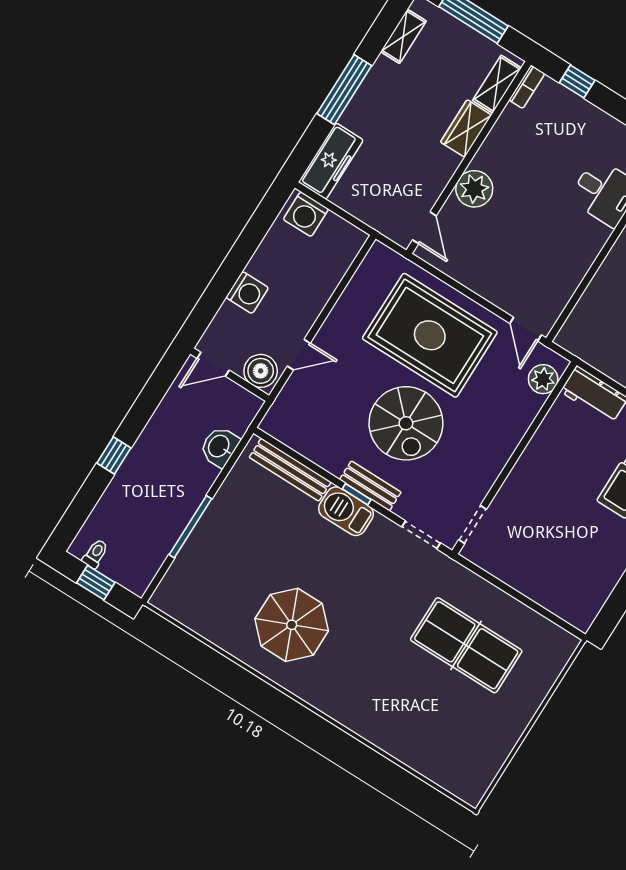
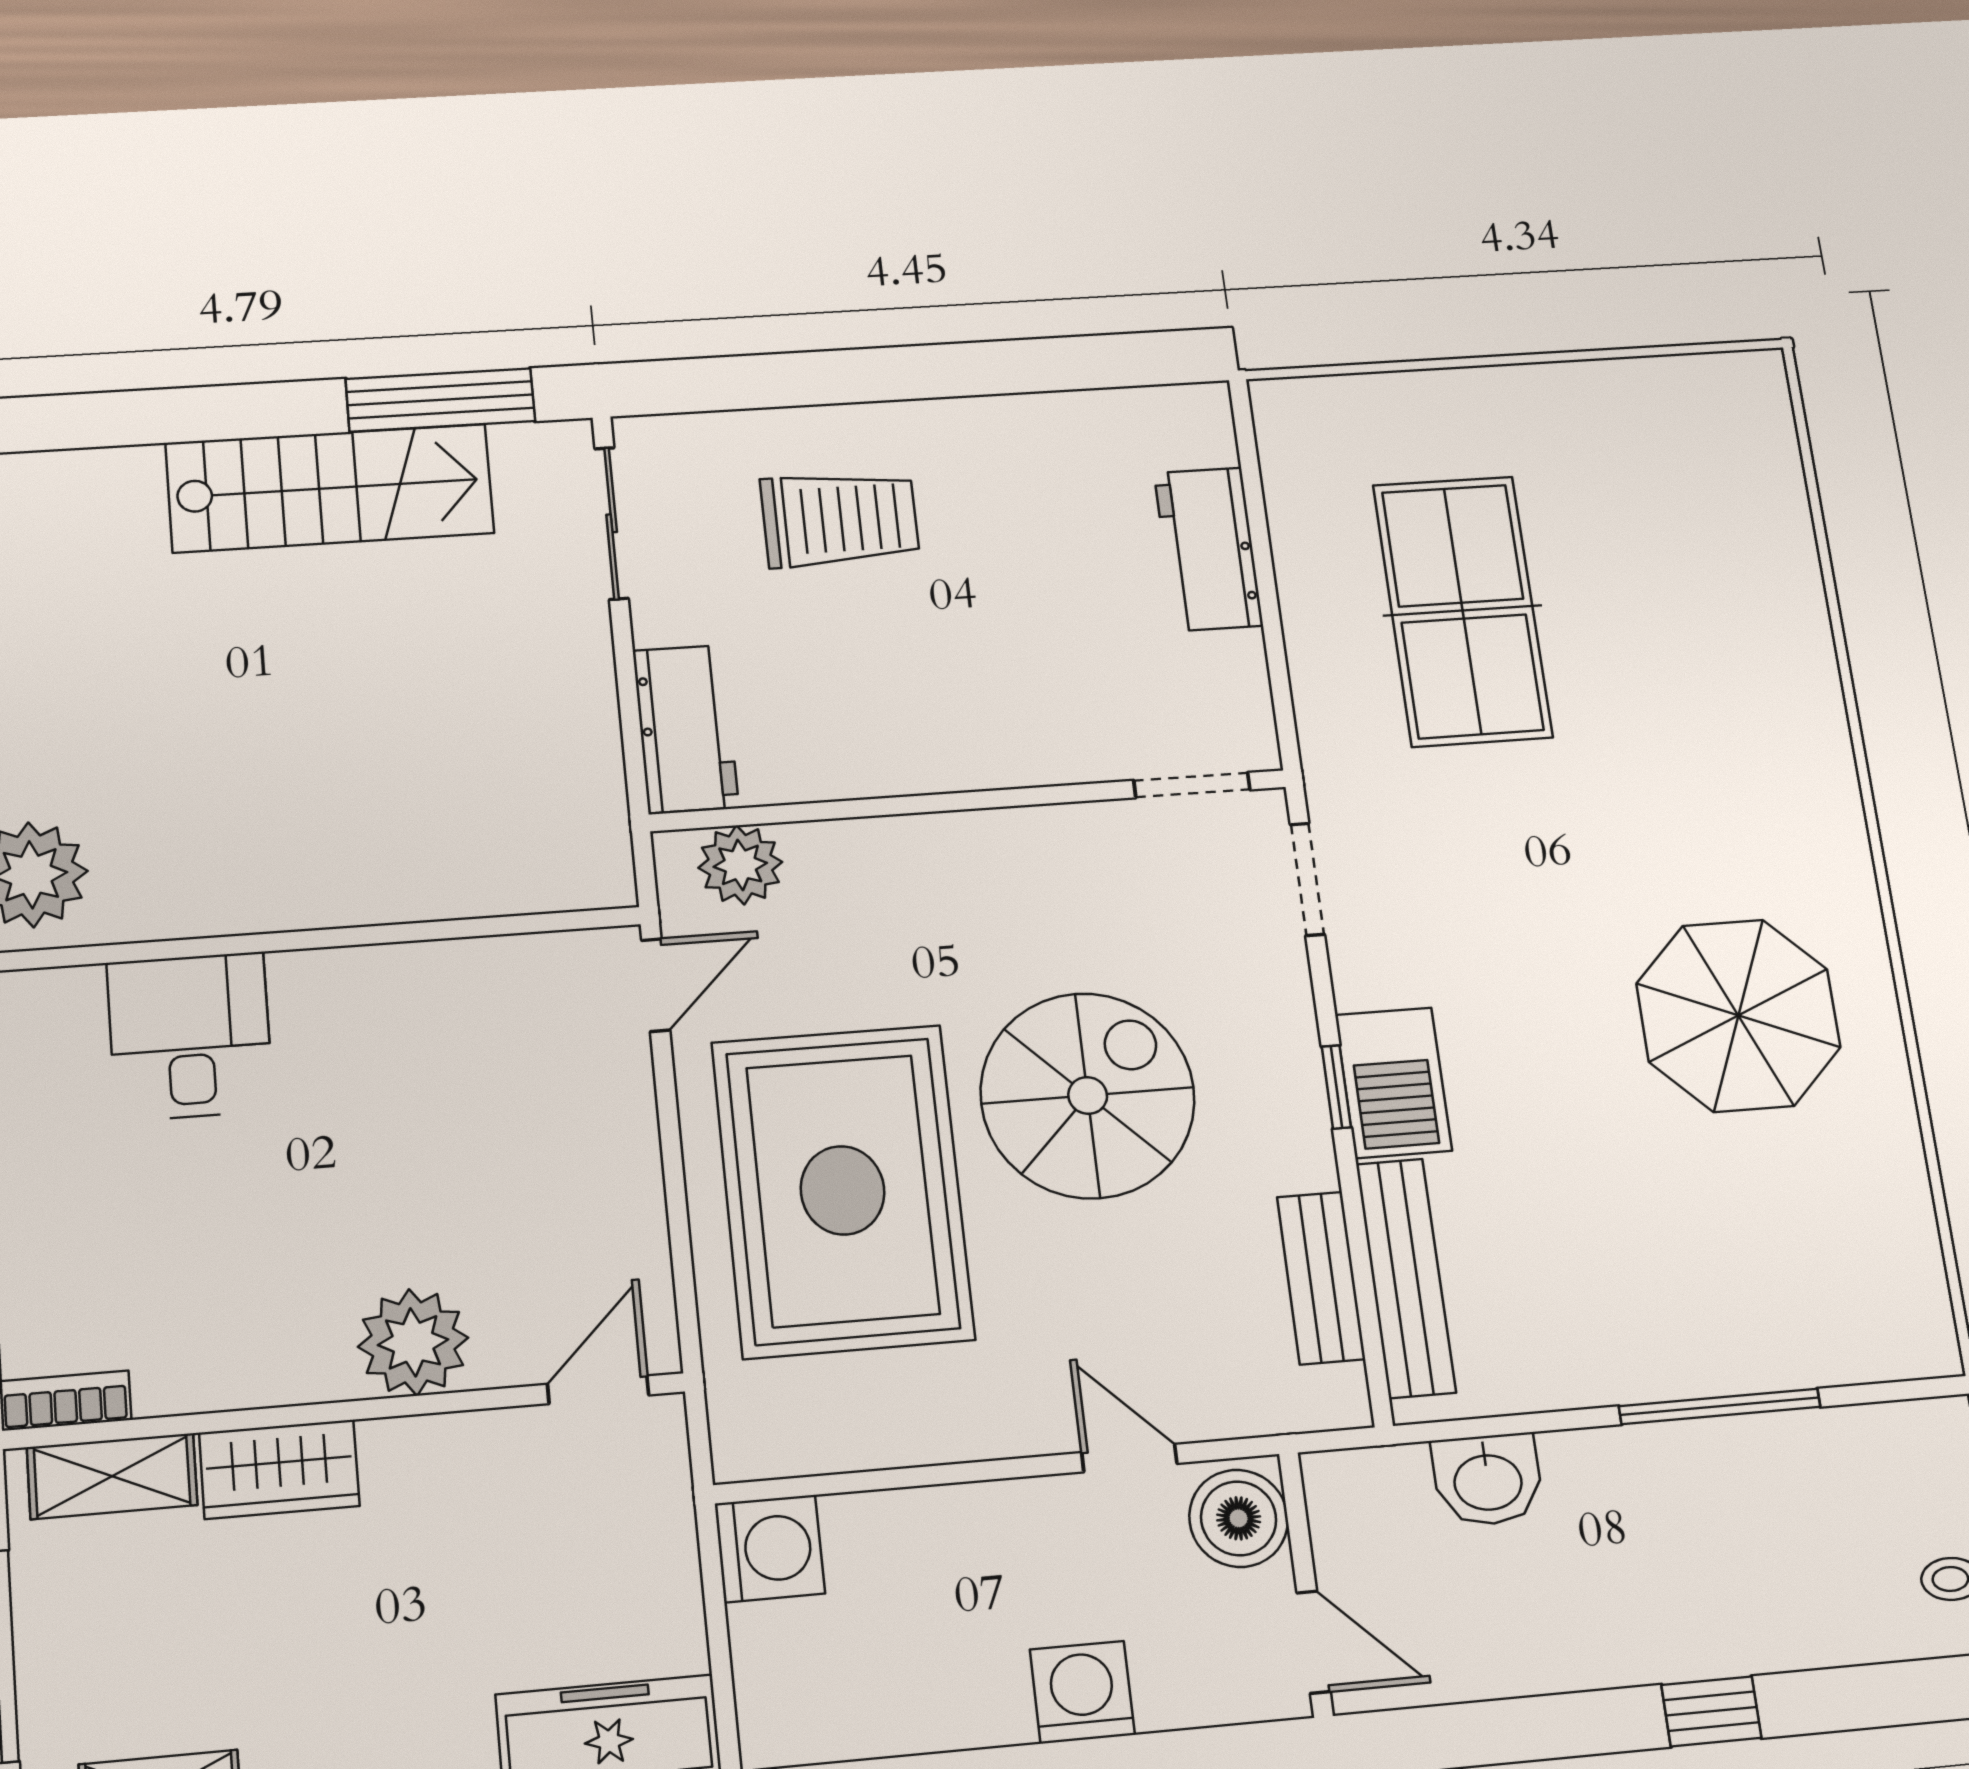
washing machine: (306, 214) -> (770, 1549), moved
bench: (370, 486) -> (1321, 1278), moved
workbench: (539, 586) -> (1208, 549), added

